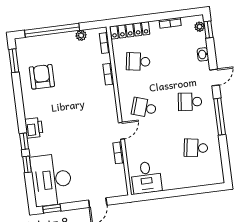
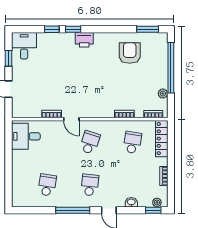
armchair: (42, 77) -> (130, 53), turned -90
desk: (51, 180) -> (24, 46), width x0.53, depth x0.77
window: (52, 209) -> (9, 58), moved

